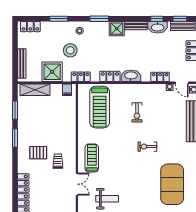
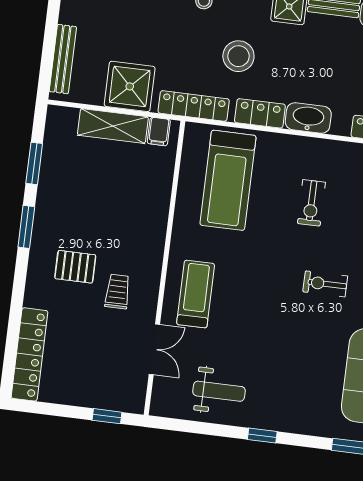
stool: (70, 50) -> (238, 56), moved
locker: (81, 77) -> (194, 106), width x1.53
shelving: (35, 90) -> (113, 126), moved

